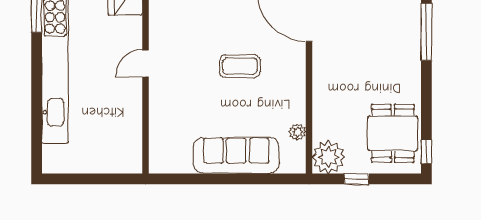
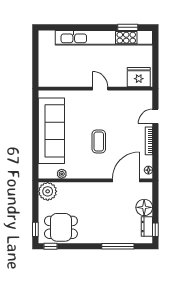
sofa: (236, 155) -> (51, 131), width x1.36, depth x1.27
window: (356, 179) -> (35, 229), moved

